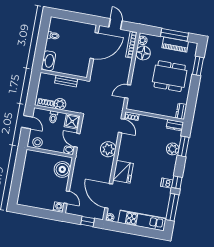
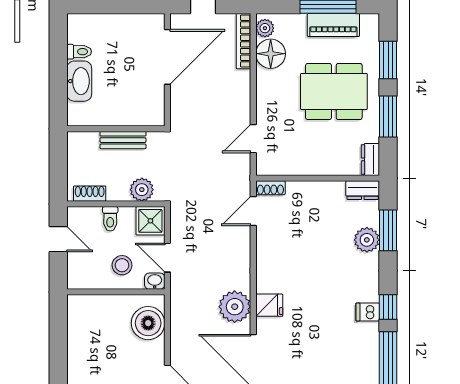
washbasin: (48, 61) -> (79, 81), moved
window: (193, 93) -> (388, 117), added
plant: (60, 104) -> (142, 190), moved
door: (121, 126) -> (253, 211), swing flipped
stool: (38, 142) -> (122, 265), moved
plant: (108, 149) -> (235, 307), moved
fridge: (123, 172) -> (269, 305), width x0.53, depth x0.75

